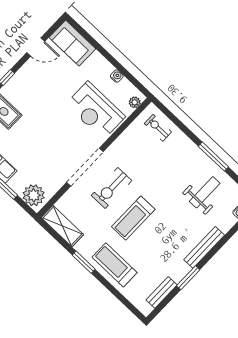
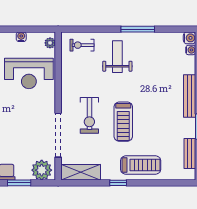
doorway: (85, 167) -> (58, 135), moved
weight bench: (205, 192) -> (117, 57), moved
window: (84, 262) -> (118, 183), width x0.67
treadmill: (115, 265) -> (141, 165), turned 180

